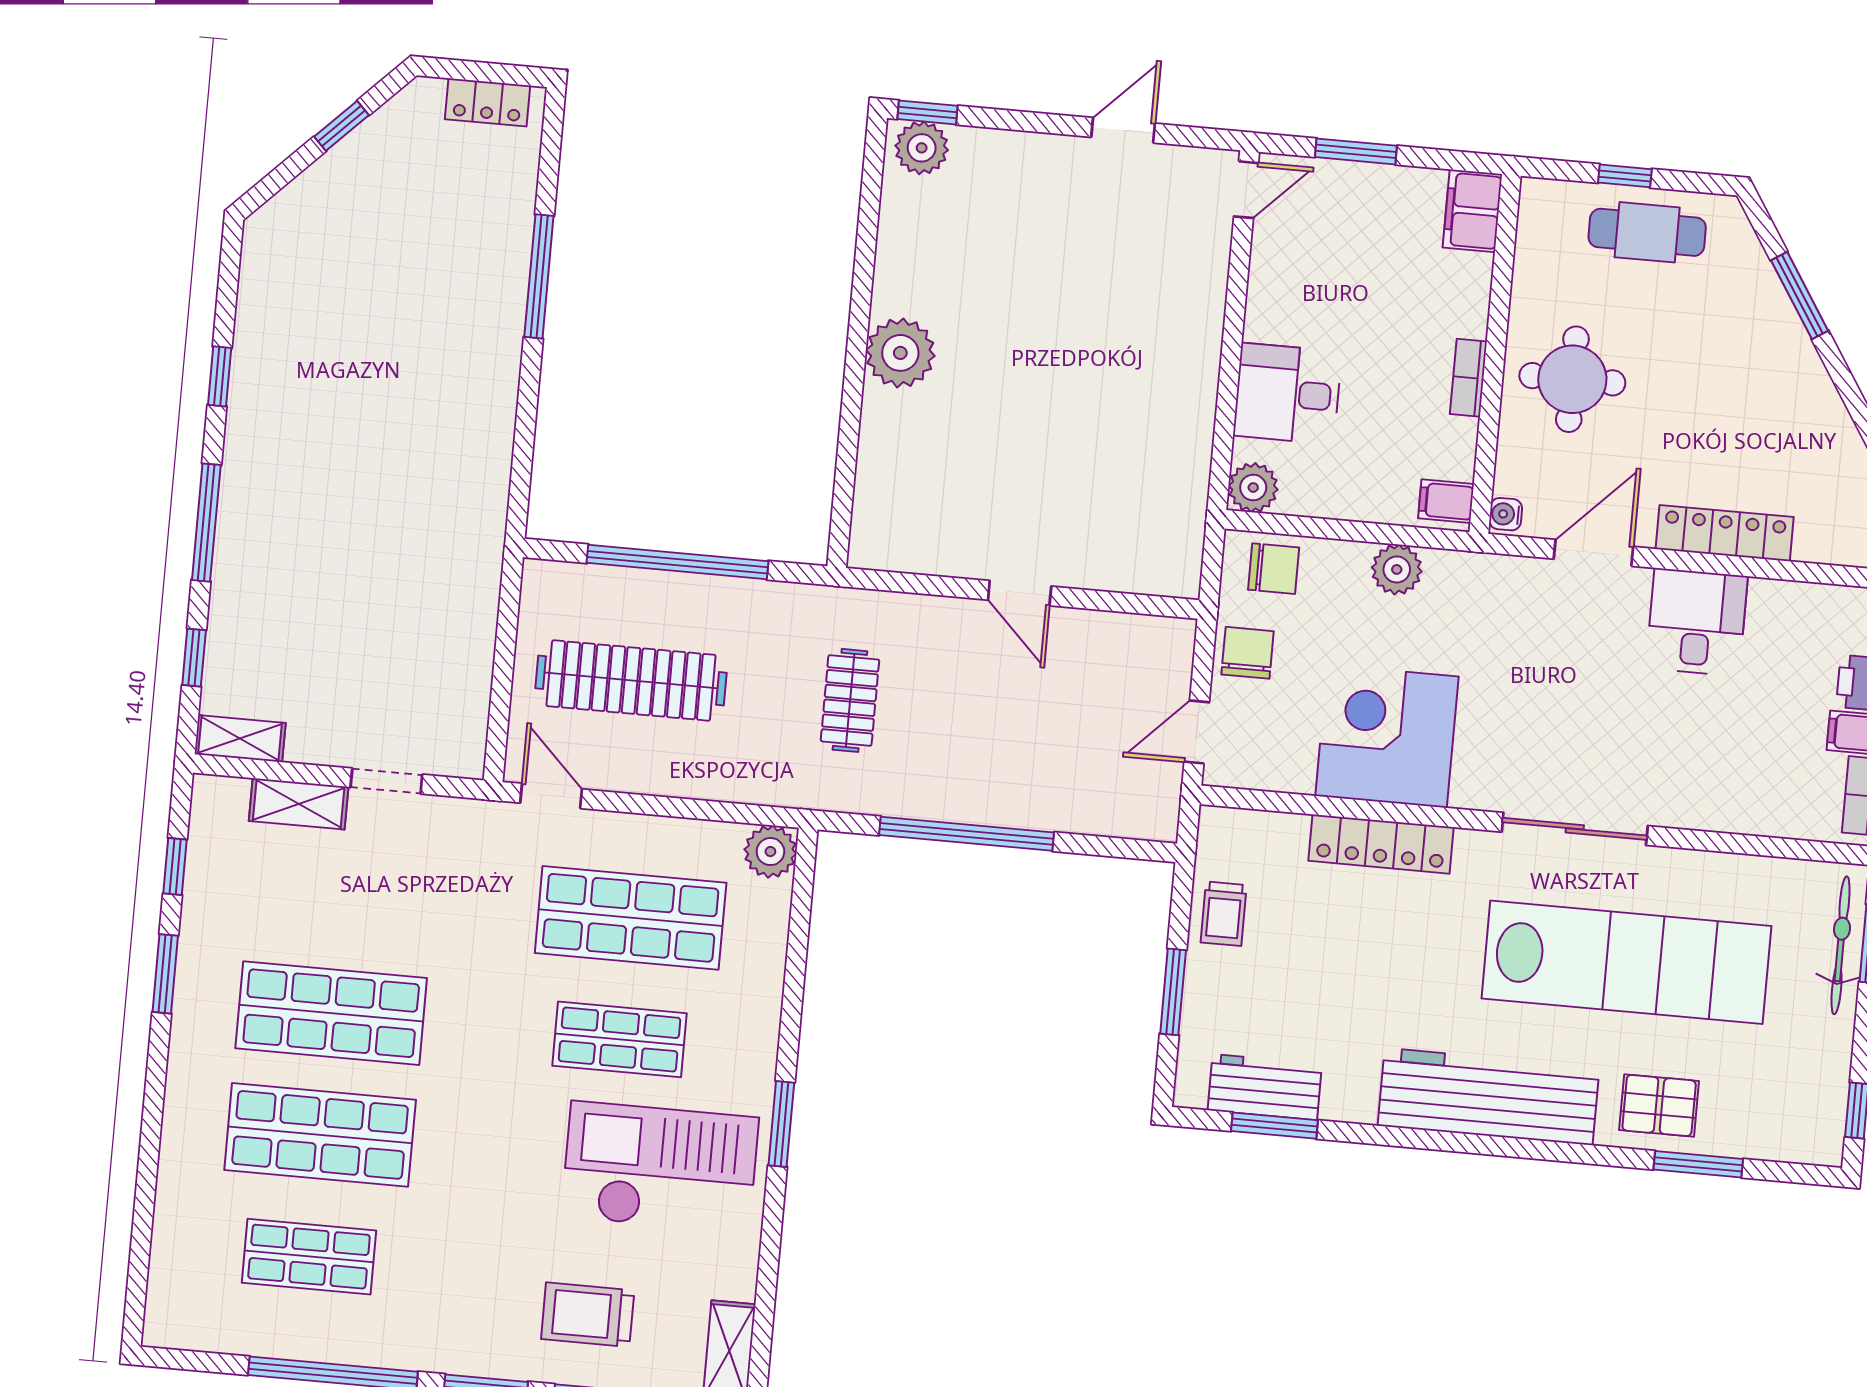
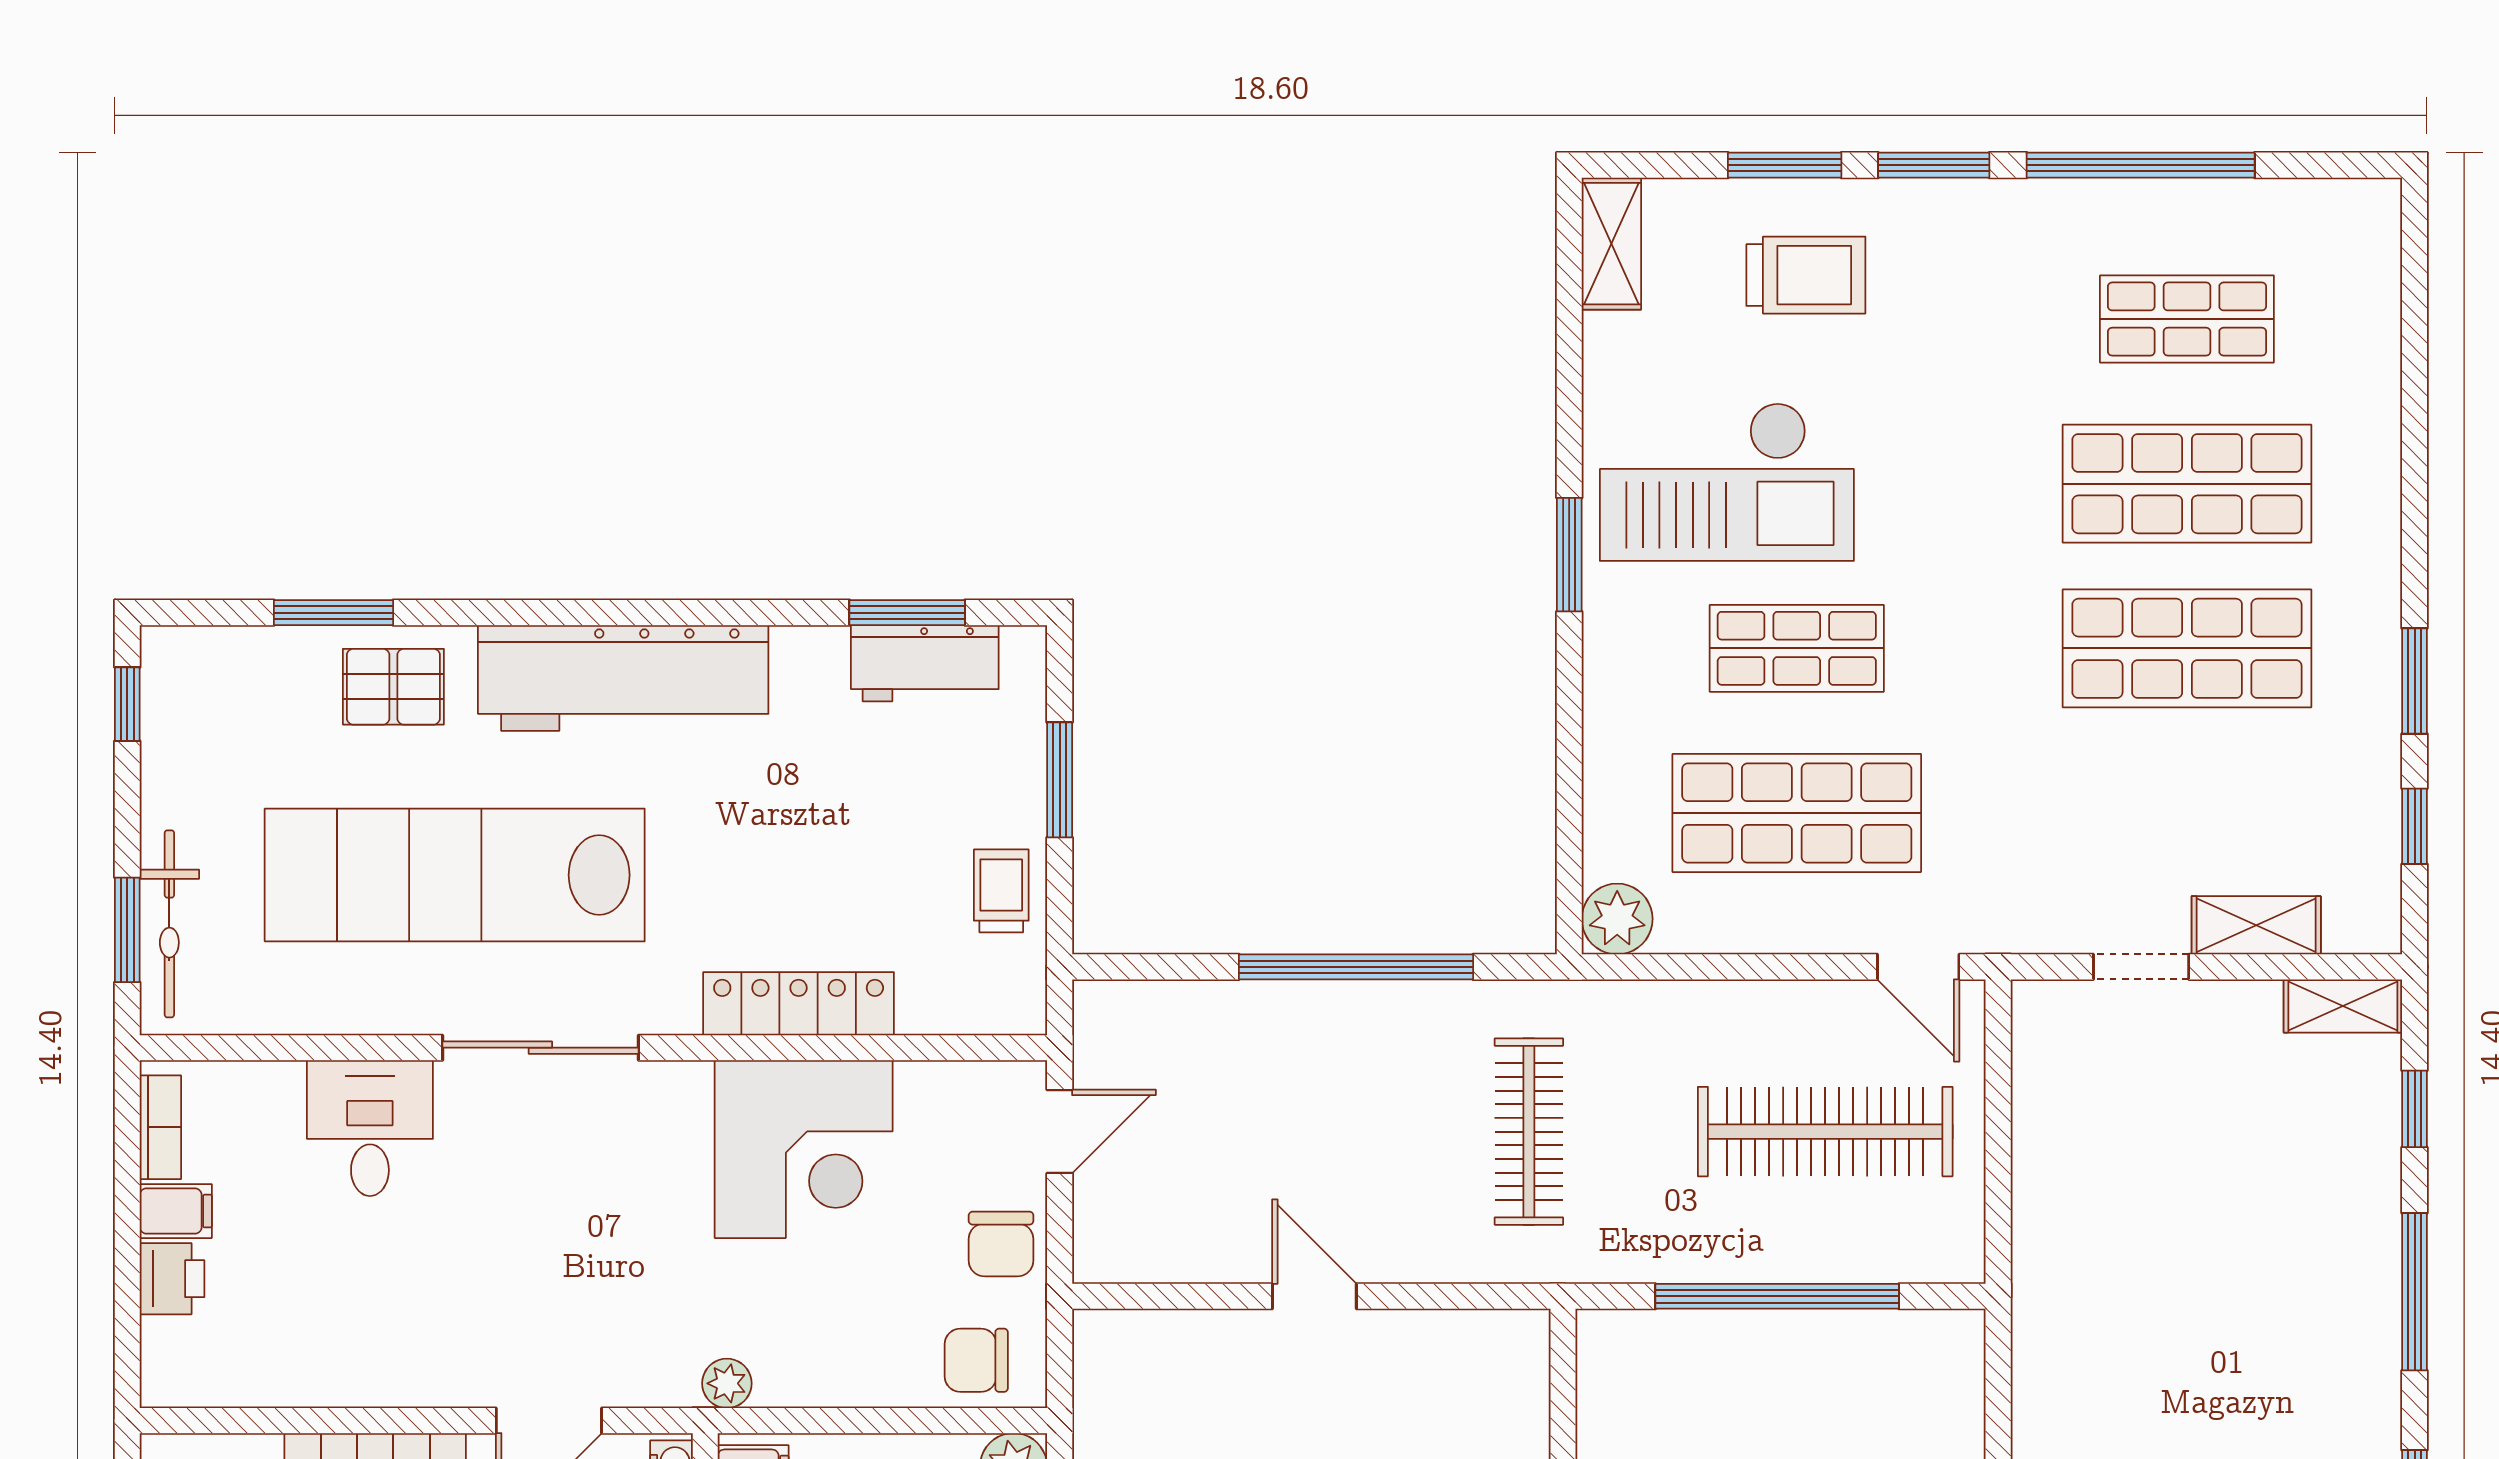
plant: (1397, 569) -> (727, 1383), moved, width x0.73, depth x0.73
desk: (1697, 622) -> (370, 1128), moved, turned 180
clothes rail: (850, 700) -> (1529, 1132), width x1.36

